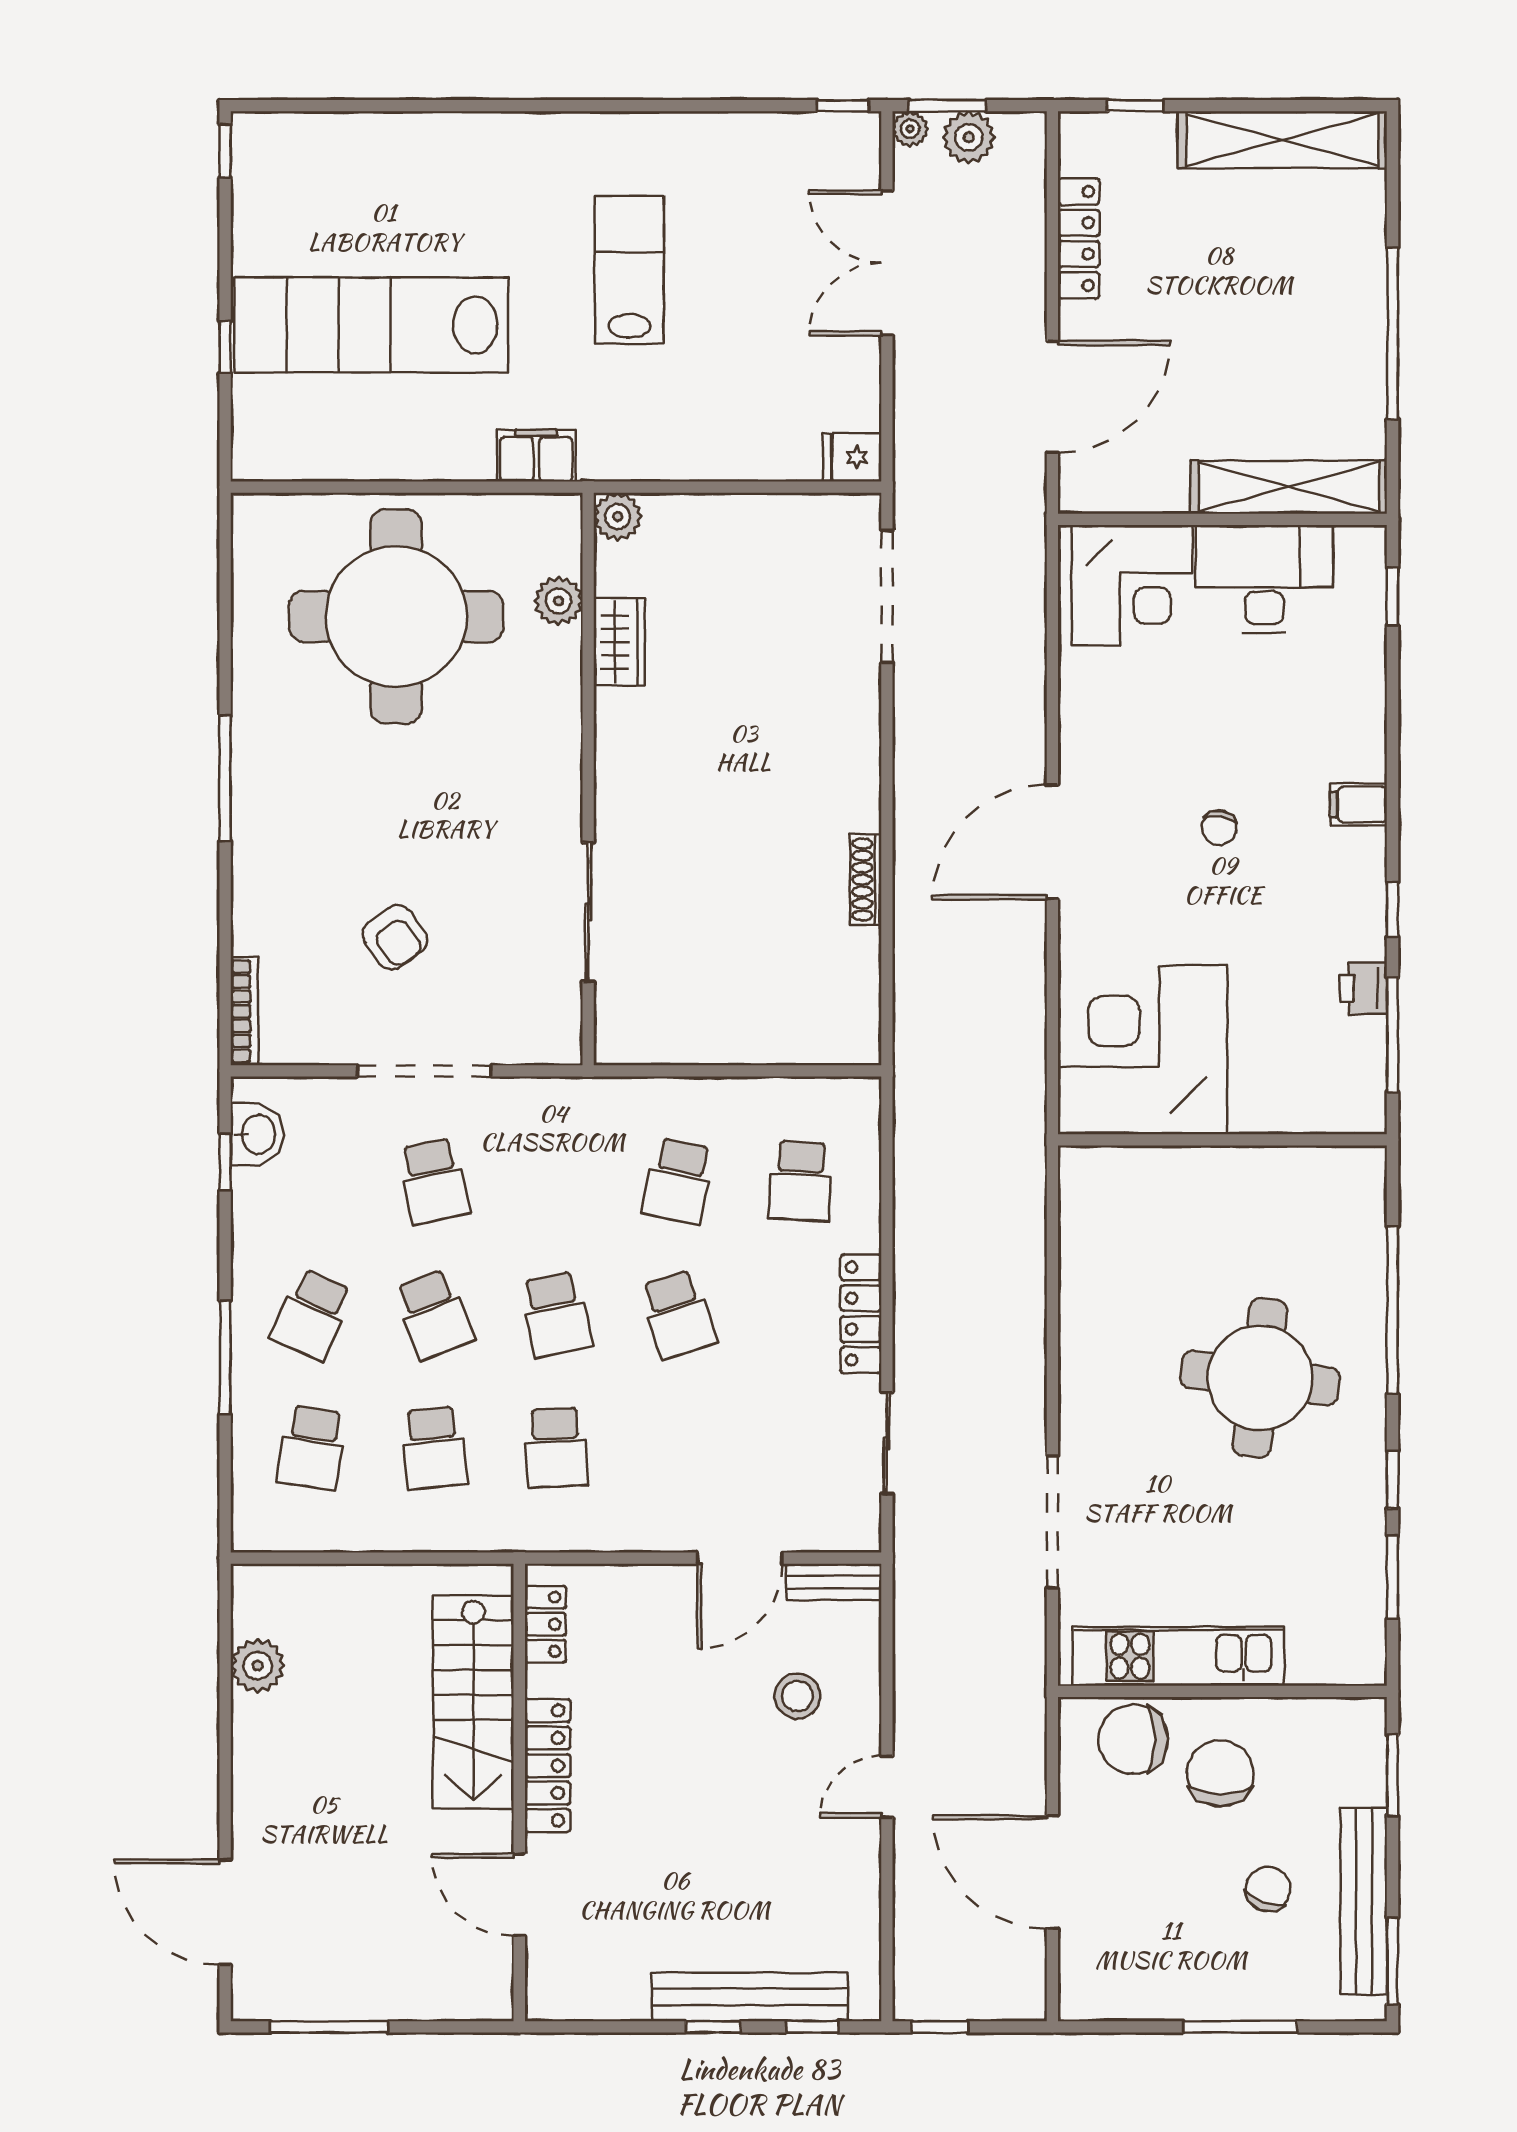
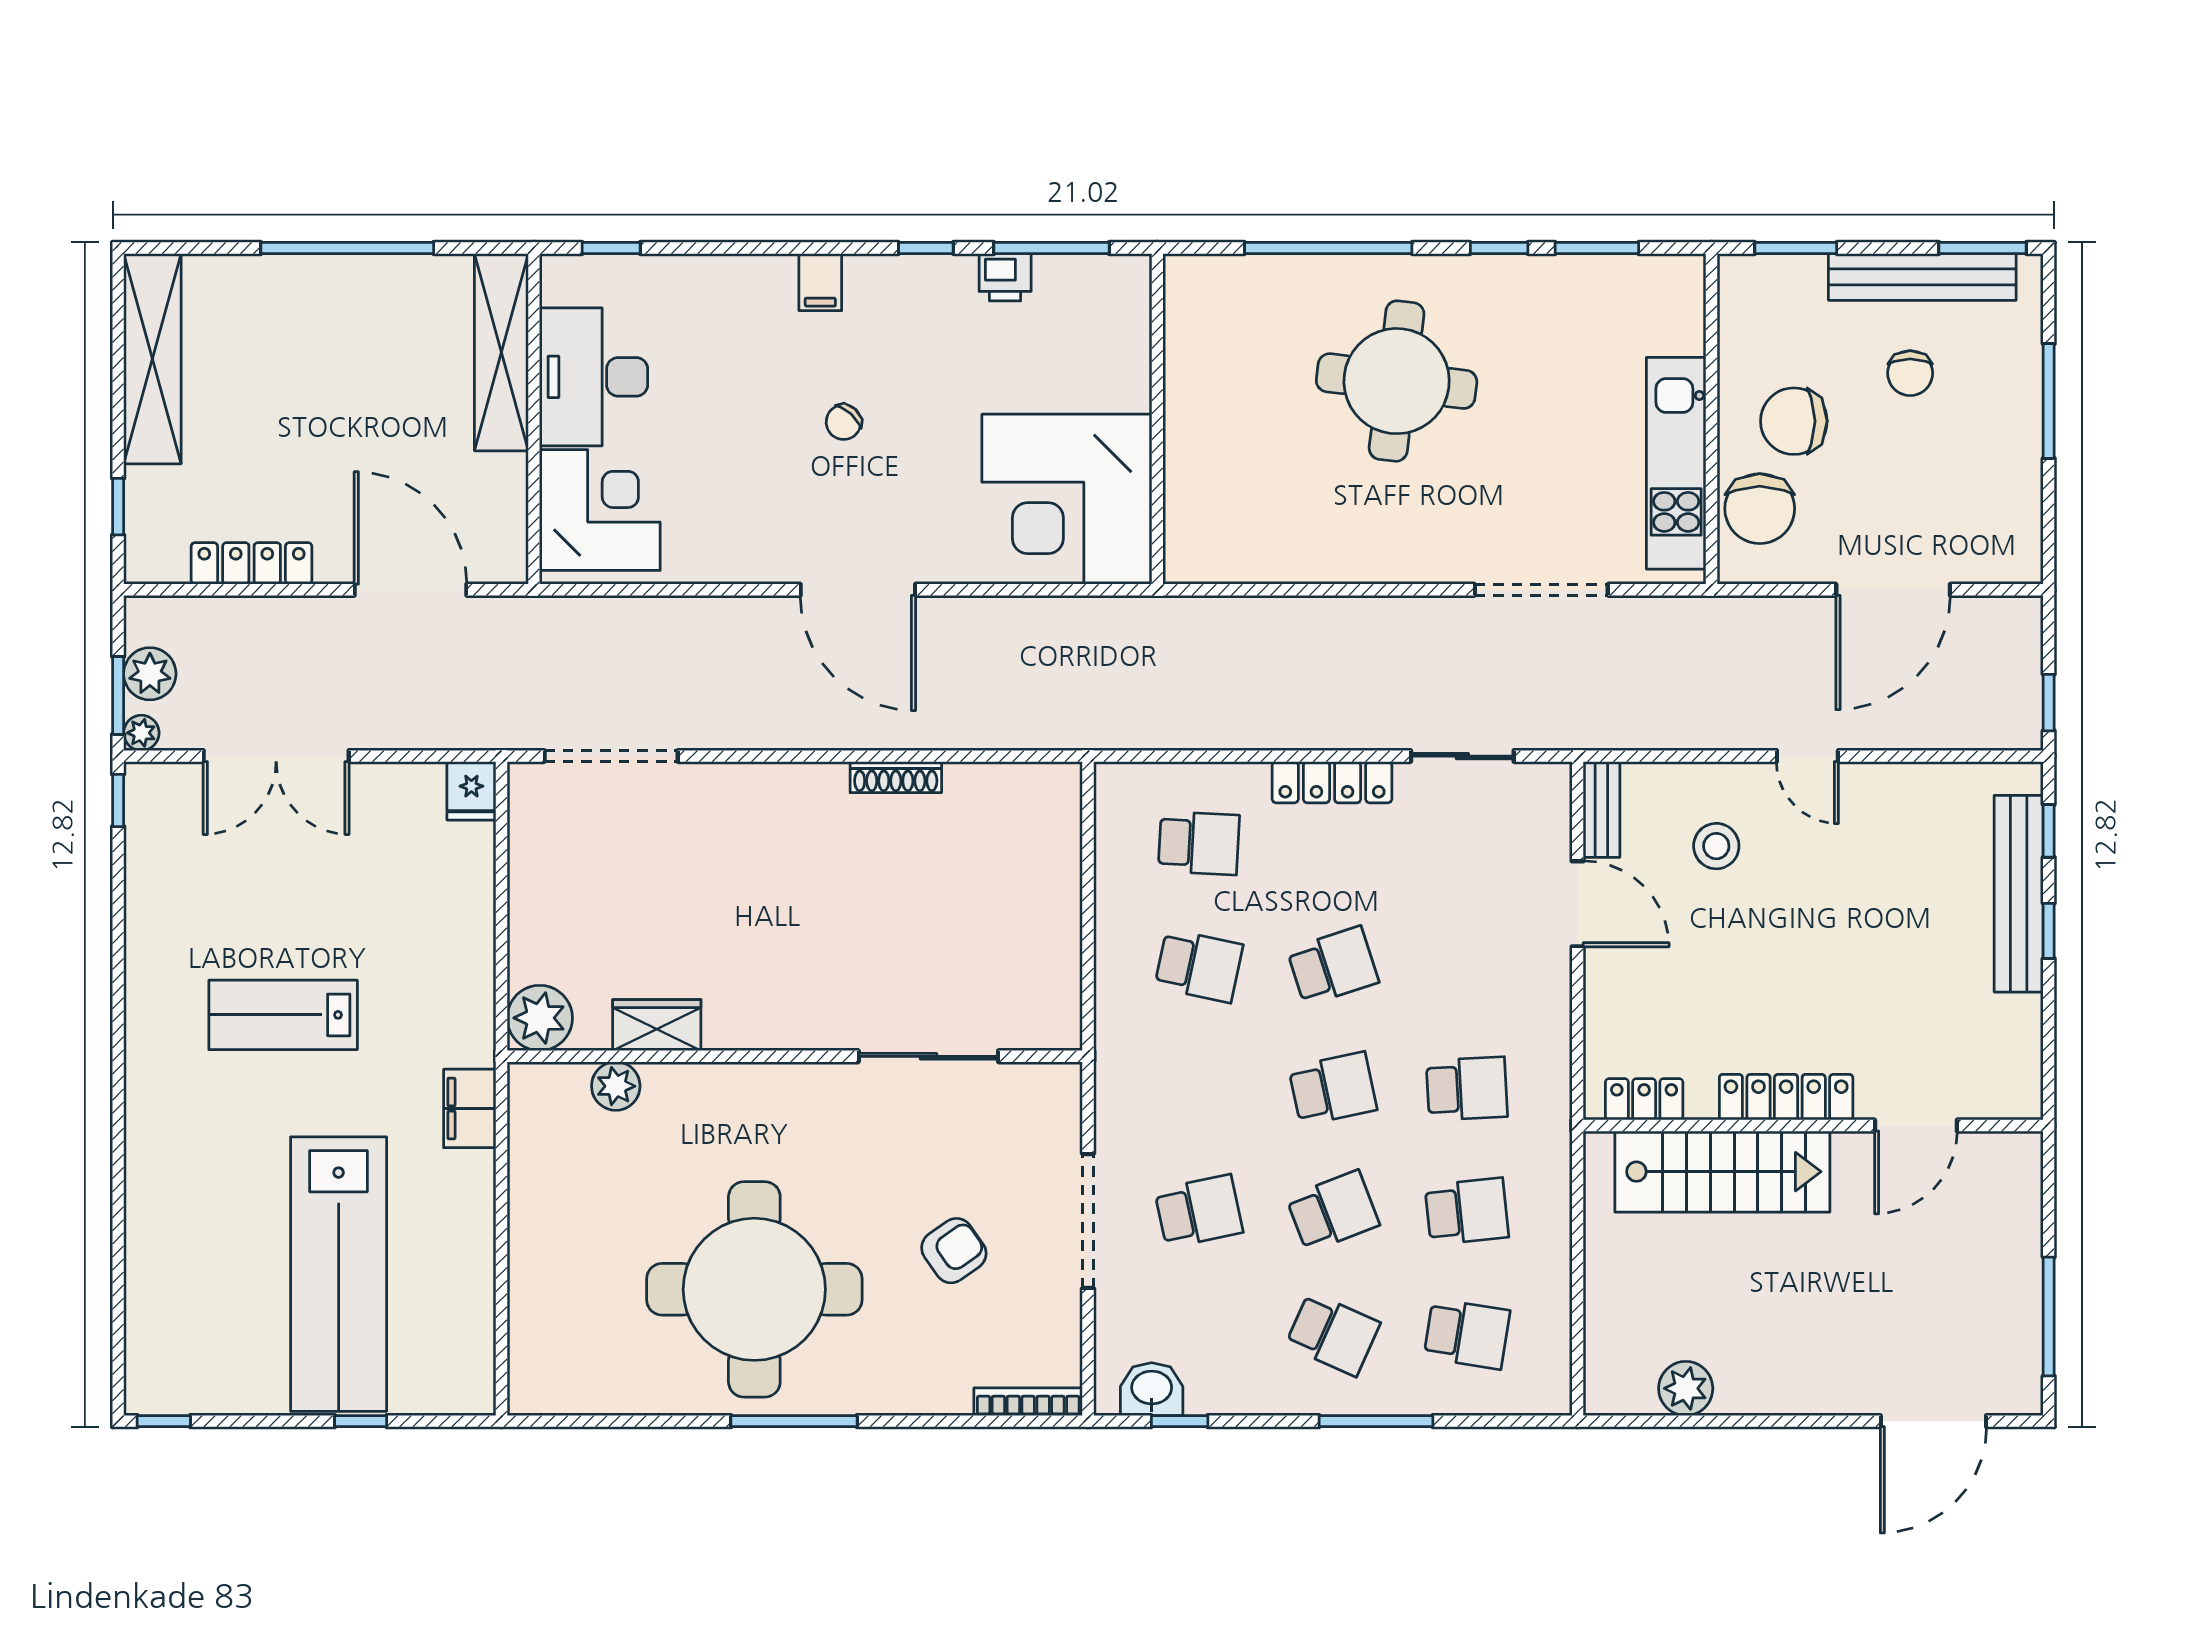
plant: (618, 517) -> (540, 1018), width x1.36, depth x1.36
round table: (396, 616) -> (754, 1289), moved
chair: (1219, 828) -> (844, 422), turned 123
chair: (1268, 1889) -> (1910, 373), turned -110

